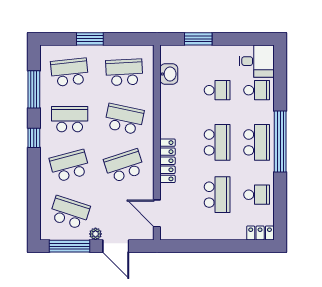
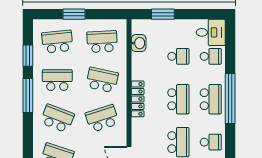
window: (34, 89) -> (28, 56), width x0.69
window: (34, 138) -> (28, 96), width x2.17
locker: (167, 161) -> (138, 99), moved
school desk: (70, 166) -> (57, 118), turned 36

